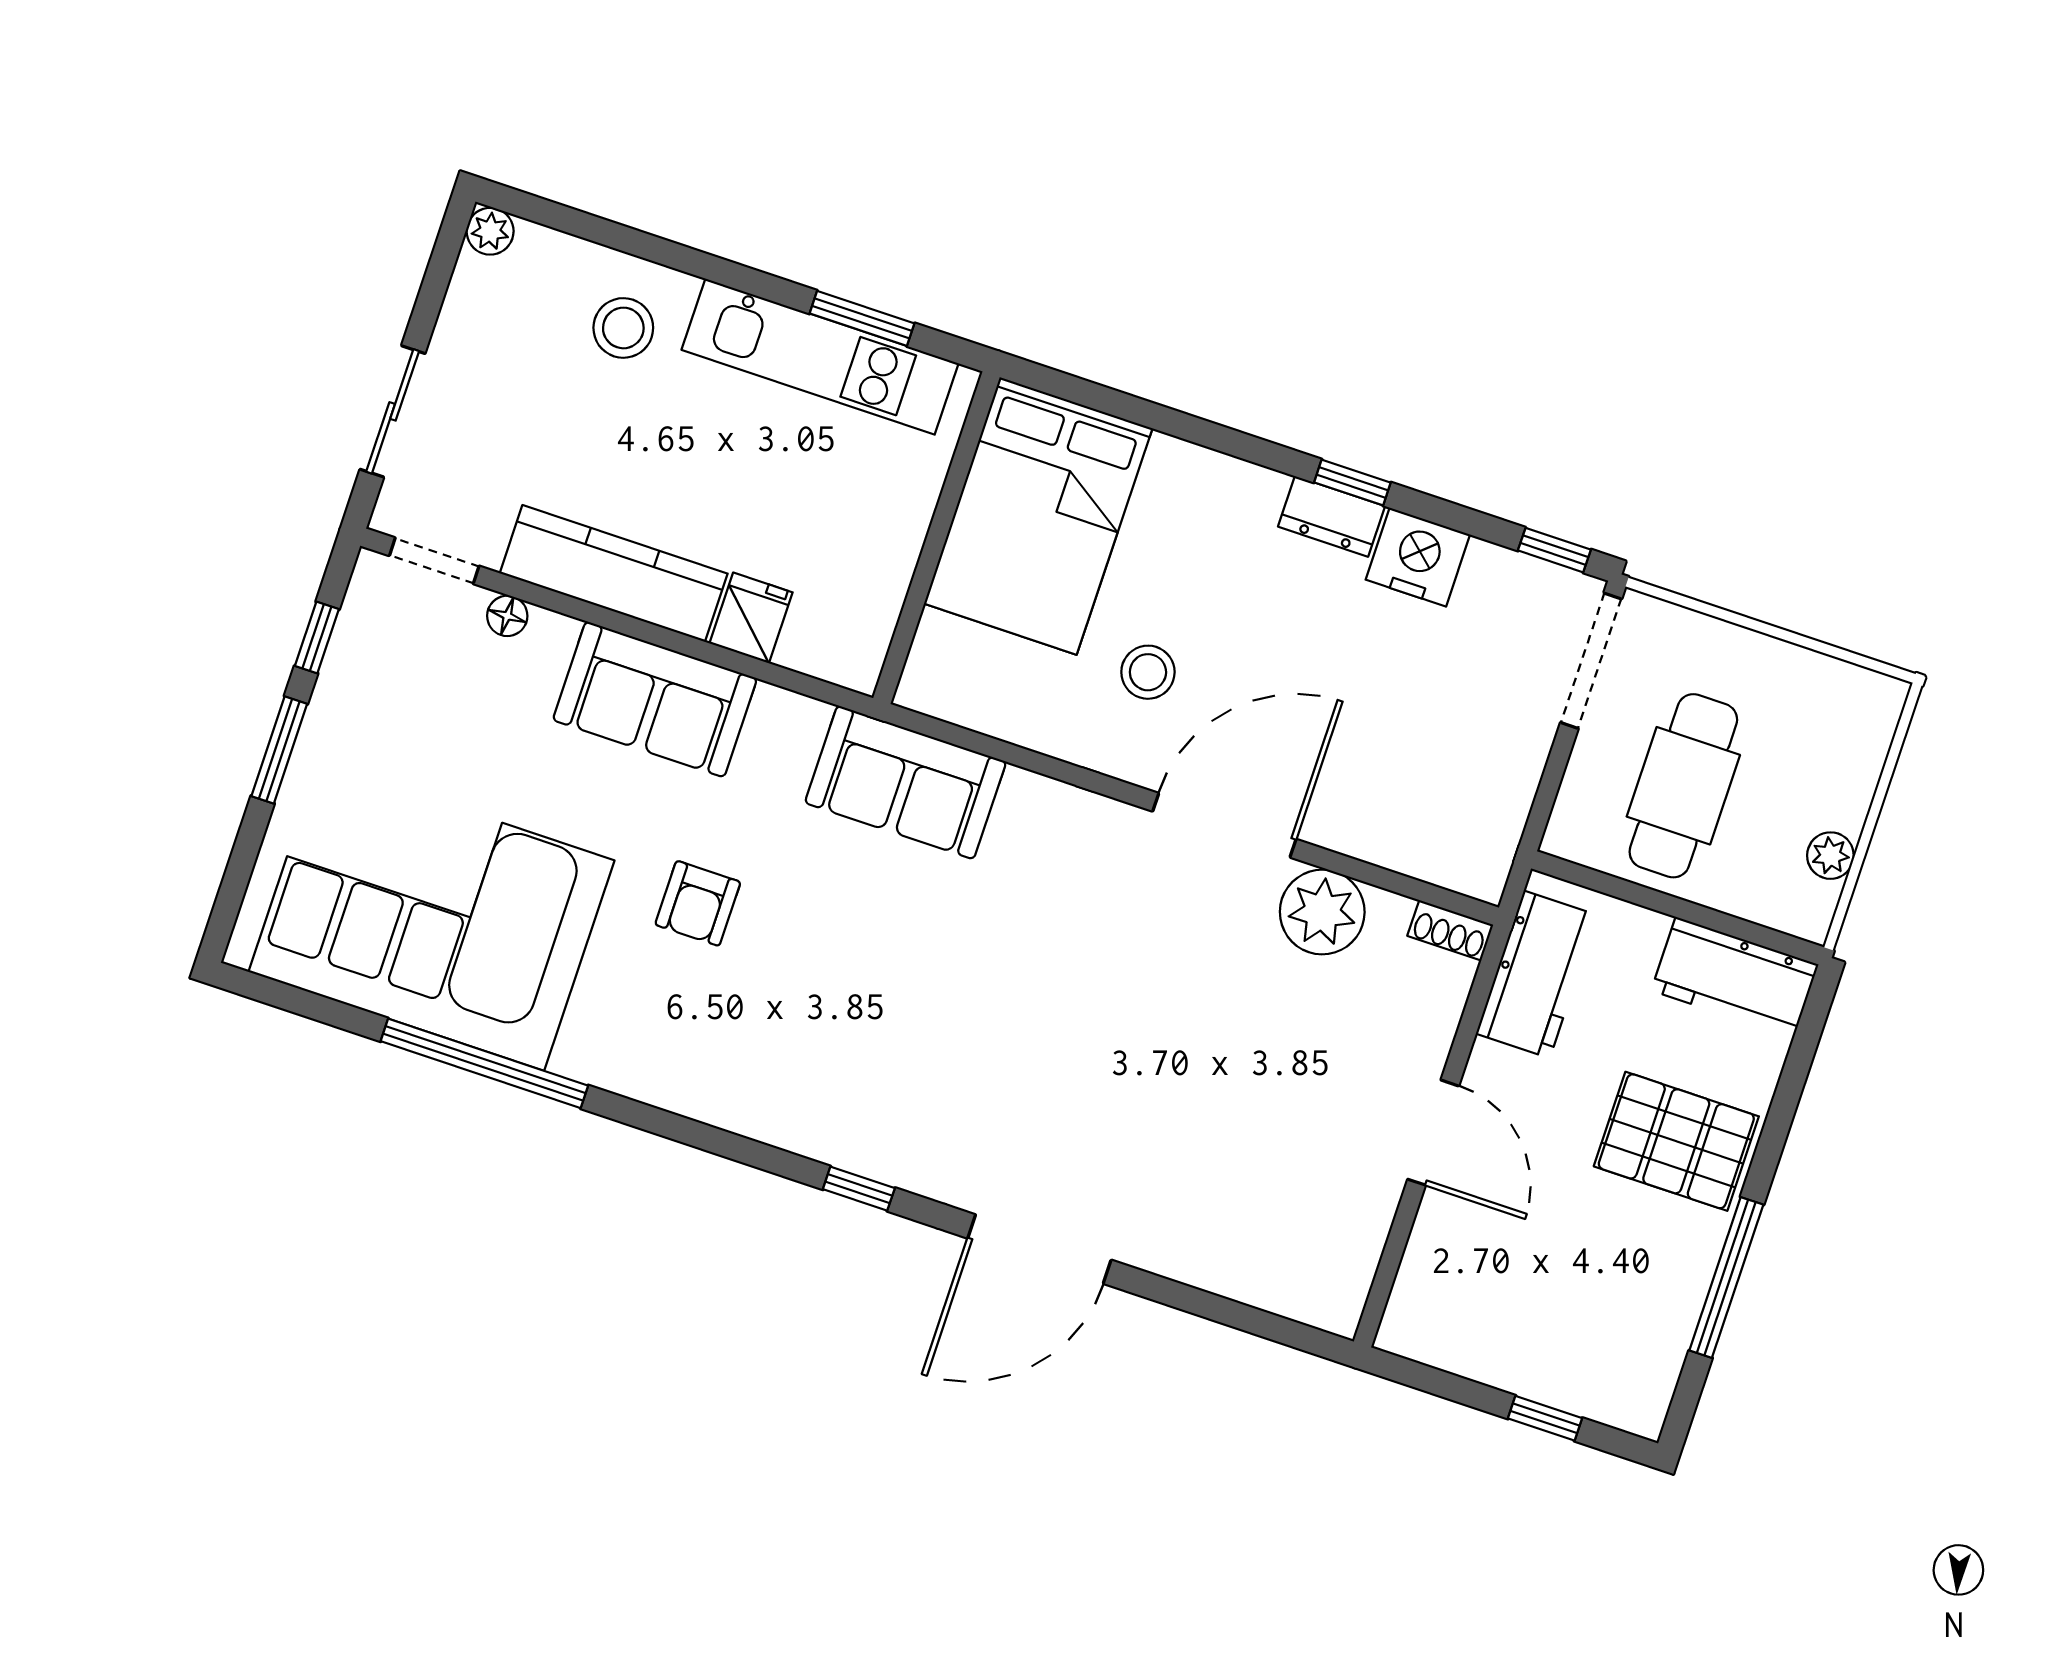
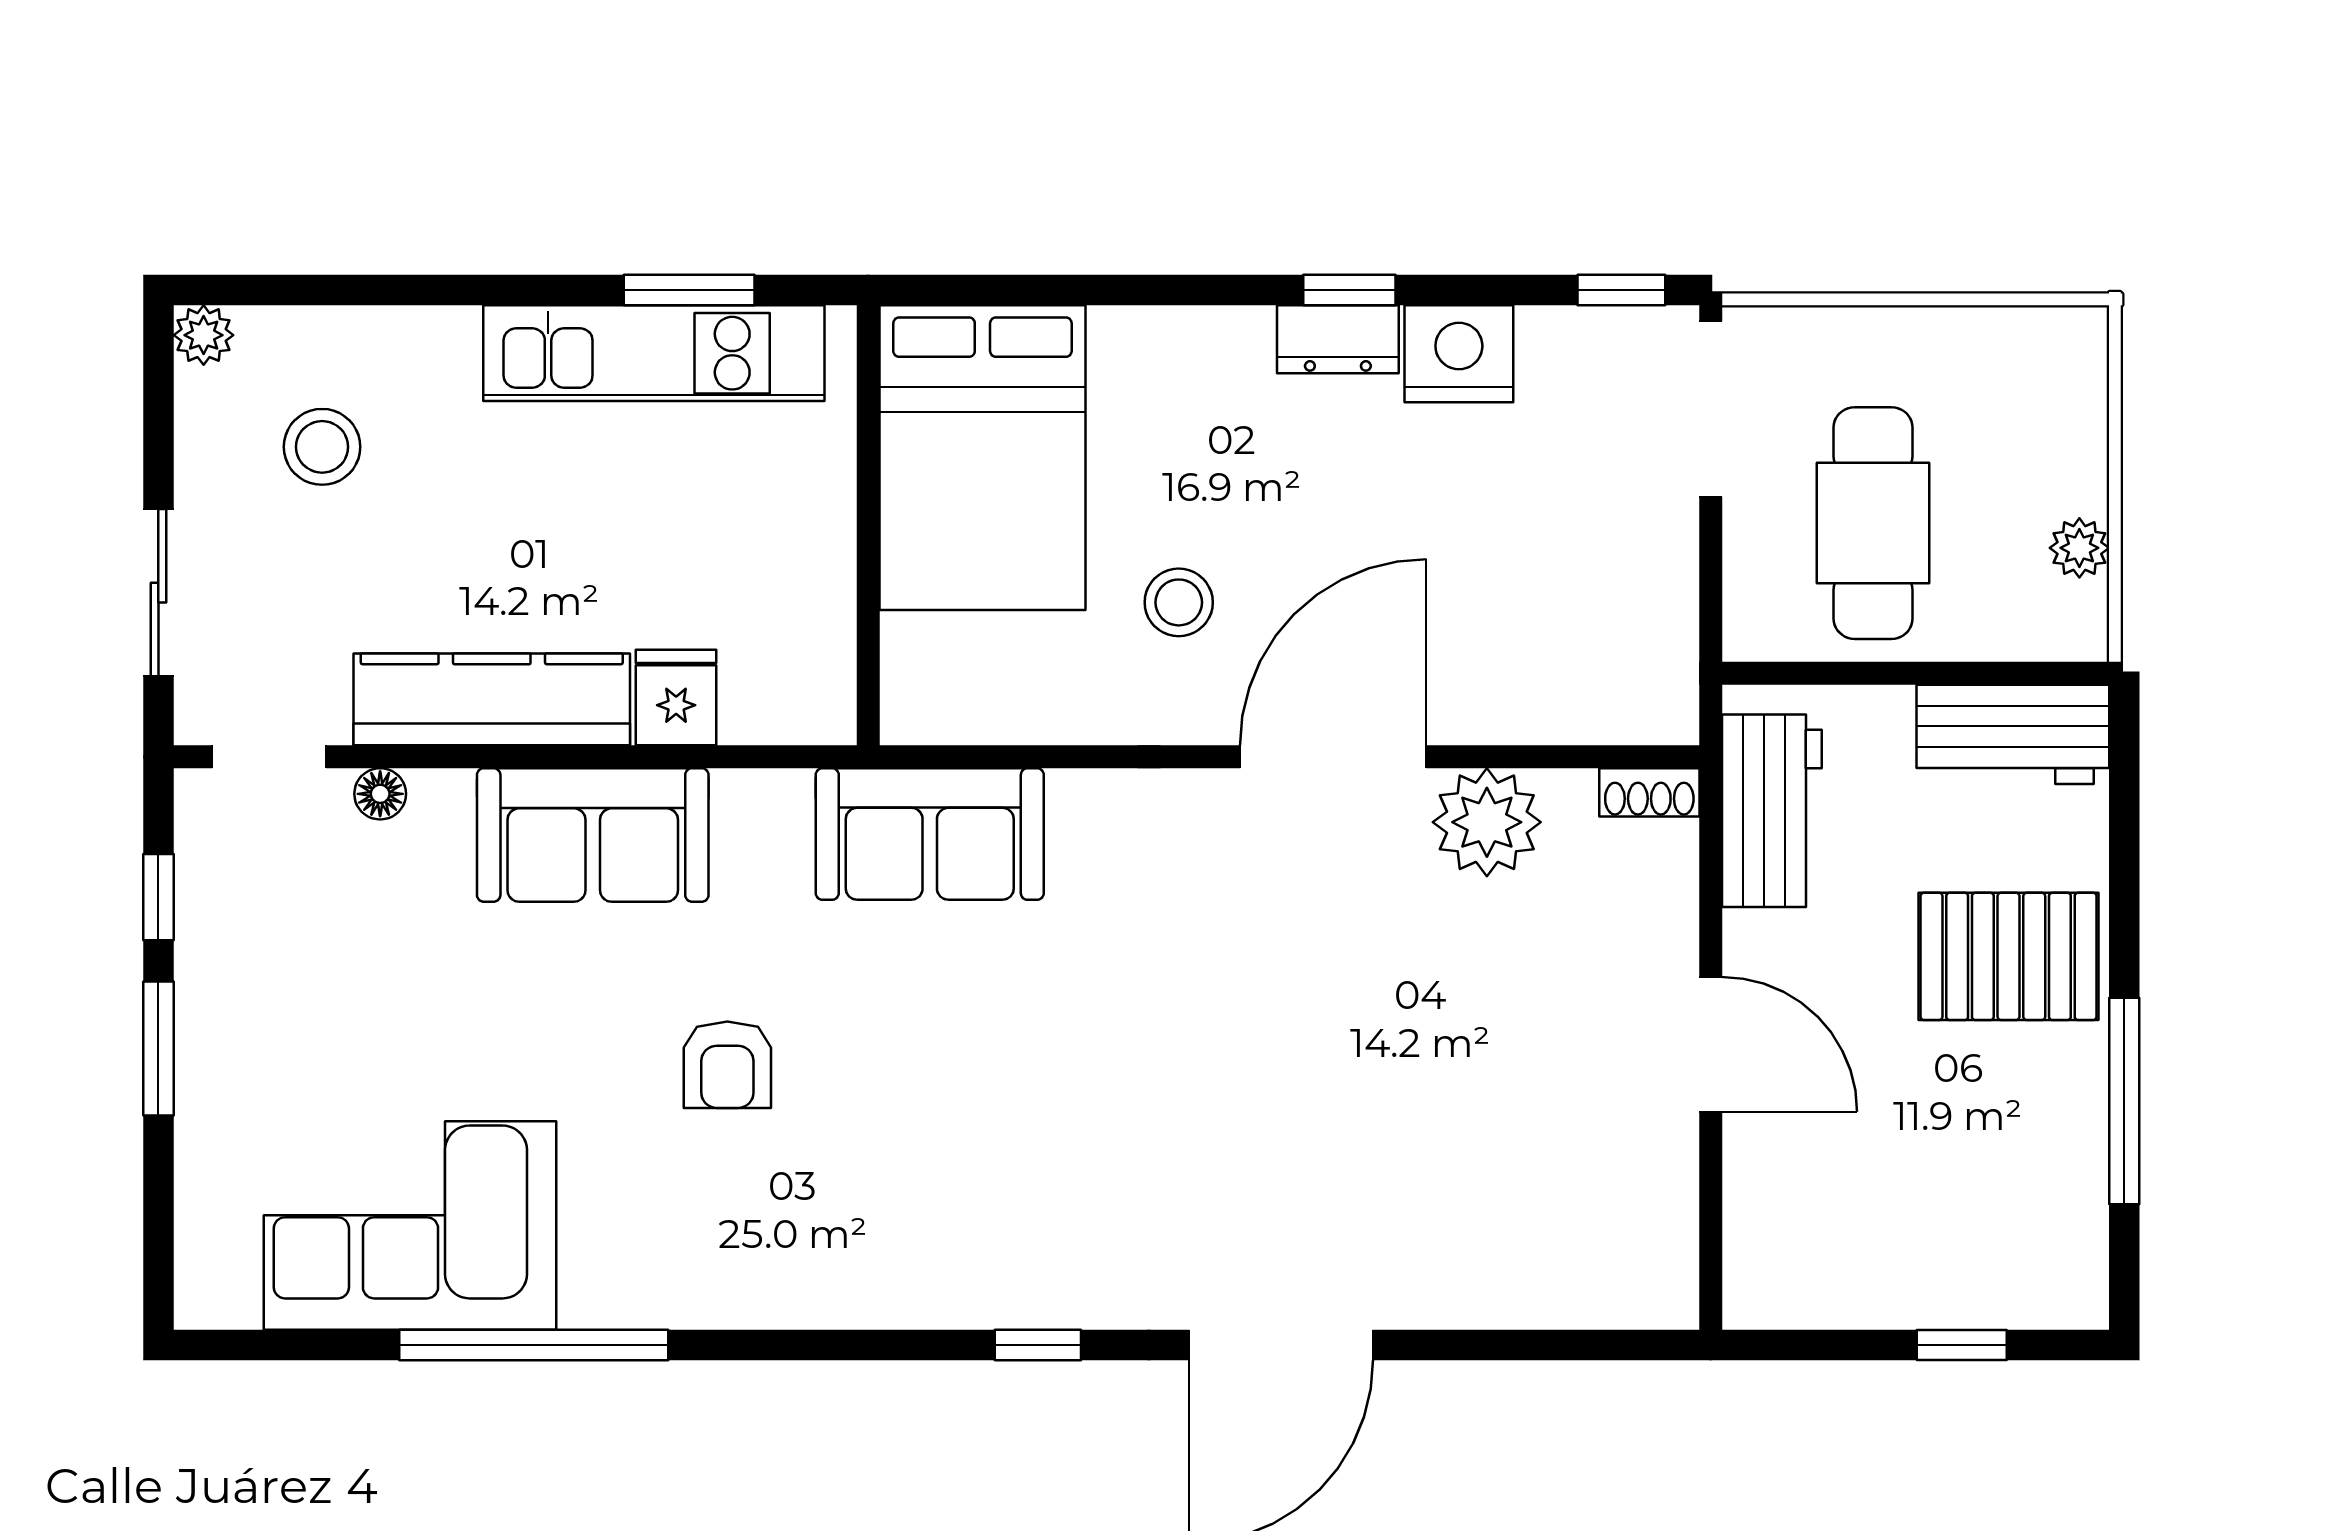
stool: (623, 328) -> (322, 447), moved
corner sofa: (431, 916) -> (410, 1226), width x0.73, depth x0.74

